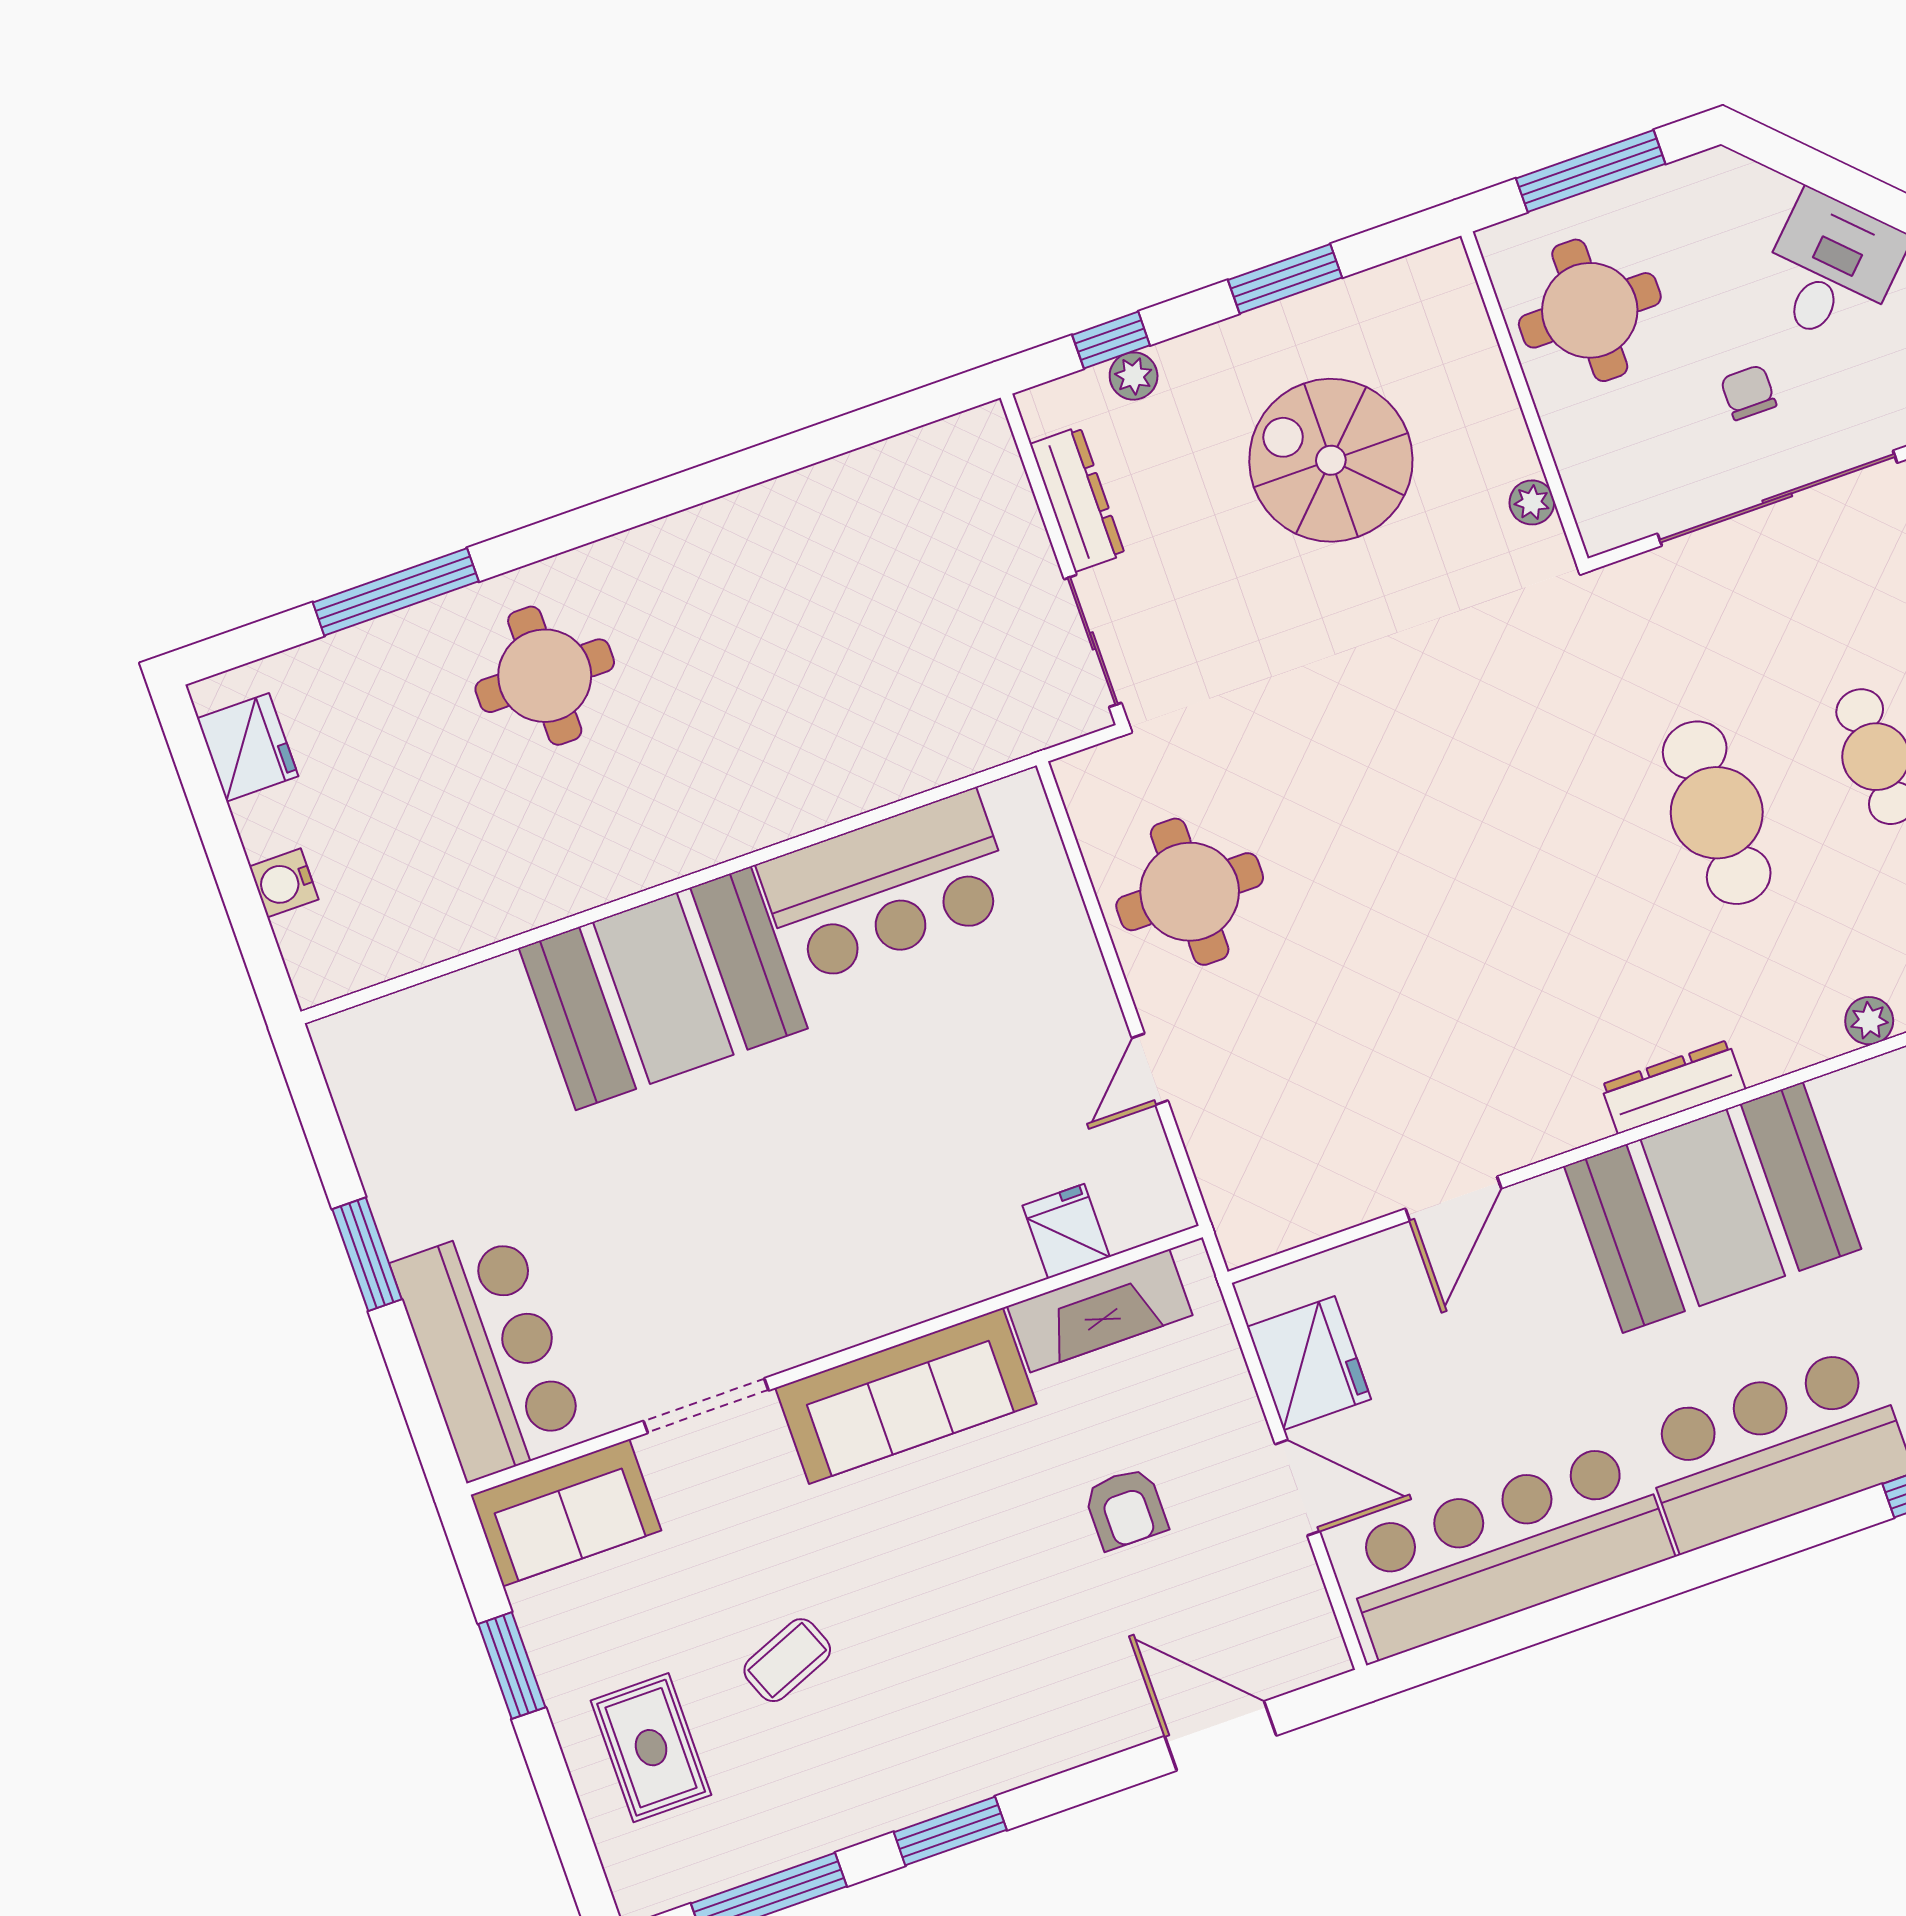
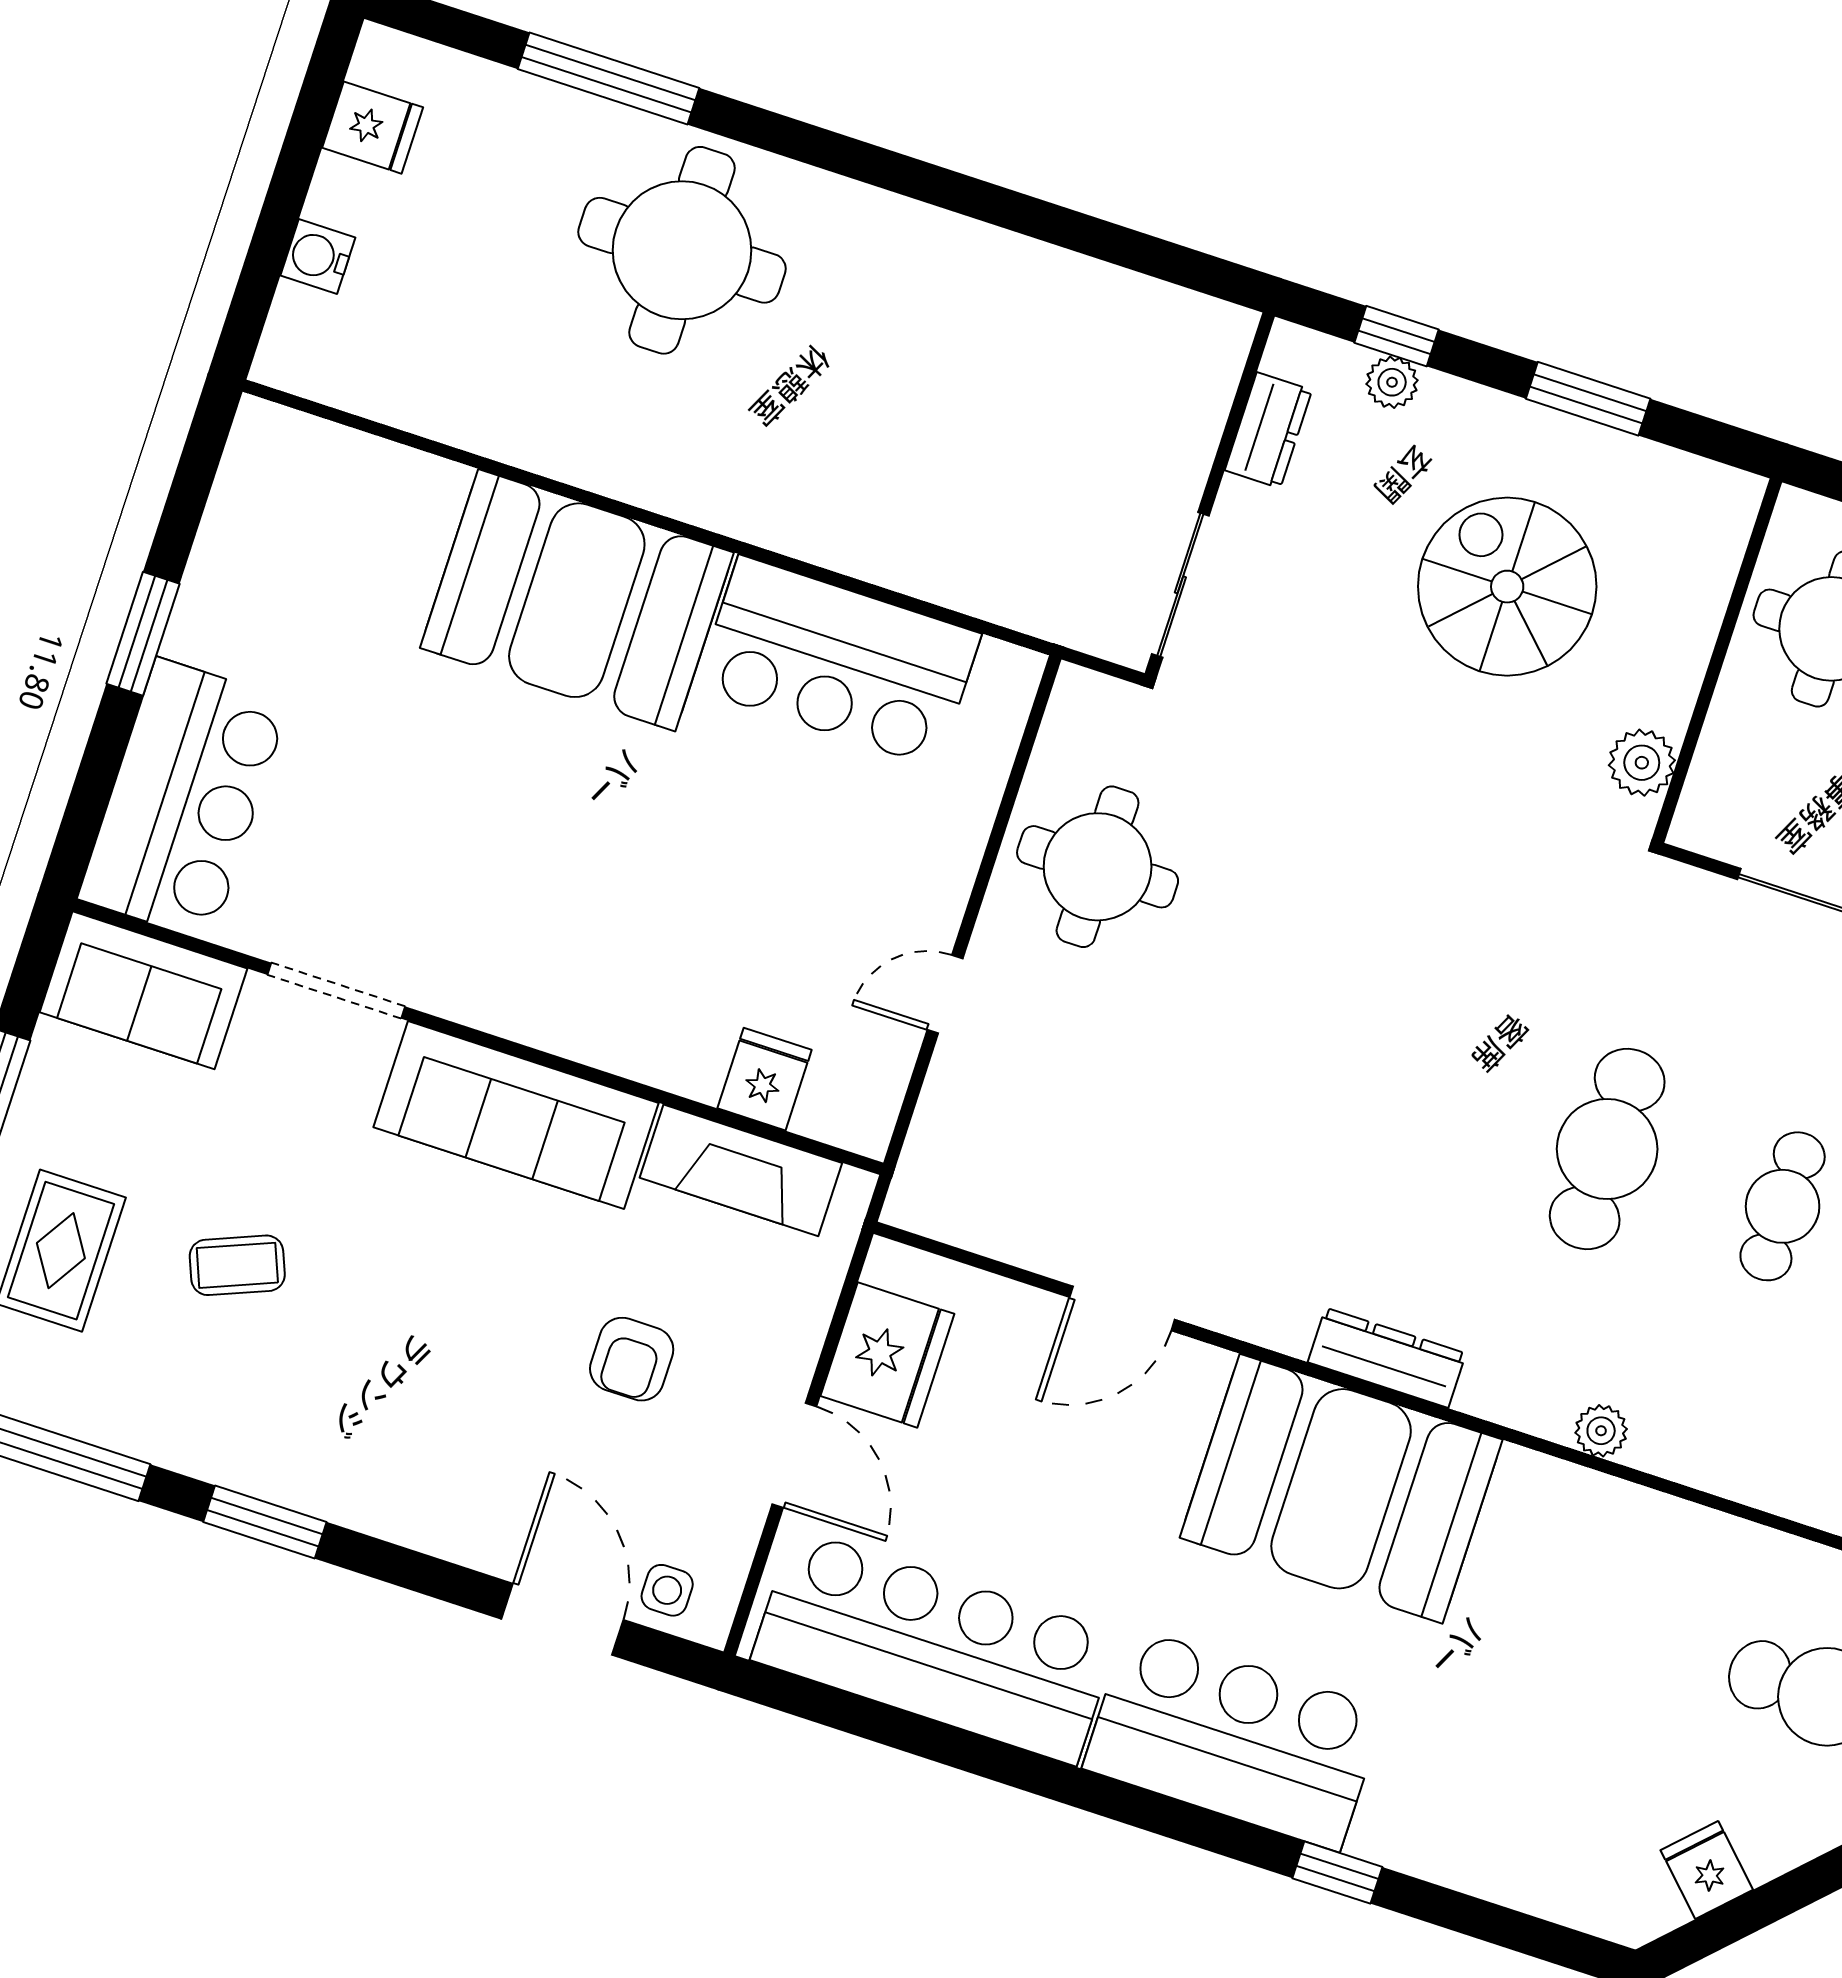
dresser: (1077, 499) -> (1268, 430), width x0.70
plant: (1532, 502) -> (1642, 763), width x1.38, depth x1.38
round table: (545, 676) -> (682, 250), width x1.36, depth x1.36
fridge: (248, 747) -> (373, 128), width x0.72
side table: (1280, 1657) -> (667, 1590), added

